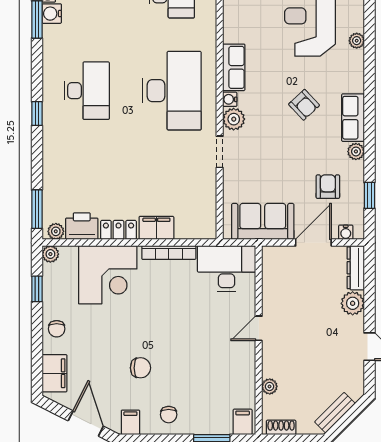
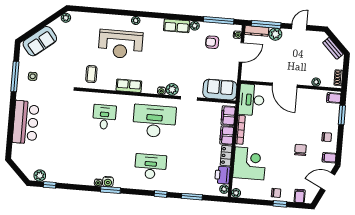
row of seats: (234, 67) -> (129, 86), moved
armchair: (304, 105) -> (168, 51), removed
window: (369, 195) -> (219, 20), width x2.17
window: (37, 209) -> (192, 197), moved
sofa: (263, 221) -> (220, 90), moved, turned 90
filing cabinet: (193, 228) -> (228, 116), added
door: (313, 243) -> (241, 52), swing flipped
window: (369, 284) -> (266, 24), added
window: (37, 289) -> (280, 204), moved
door: (259, 328) -> (285, 85), width x1.88
filing cabinet: (54, 373) -> (300, 196), width x0.50

